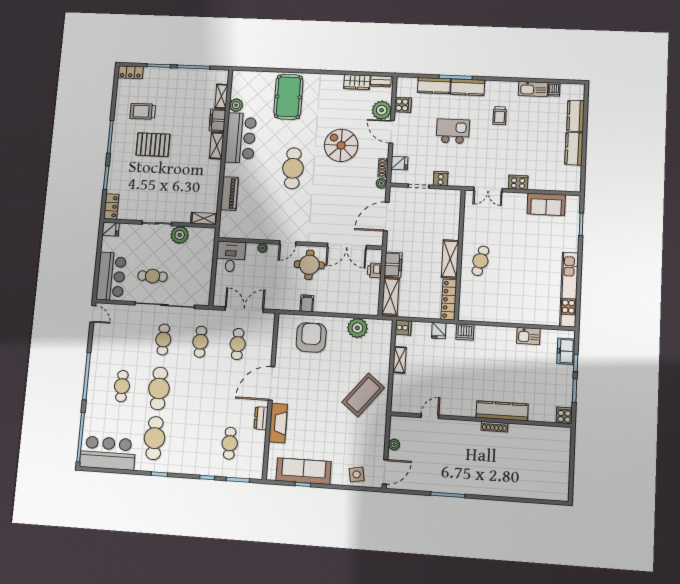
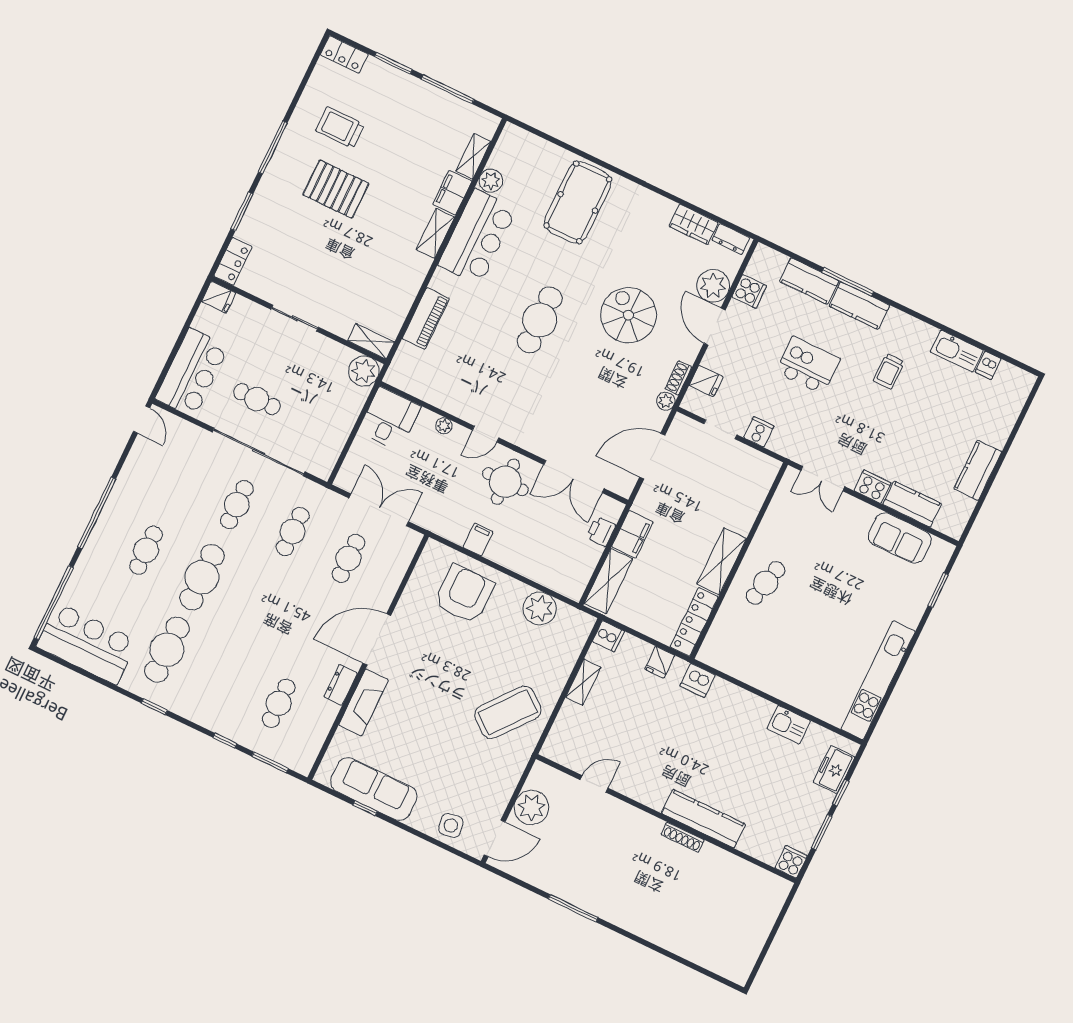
kitchen counter: (576, 116) -> (912, 504), moved, turned 90
plant: (180, 235) -> (364, 371), moved
plant: (394, 445) -> (532, 807), width x1.87, depth x1.87

